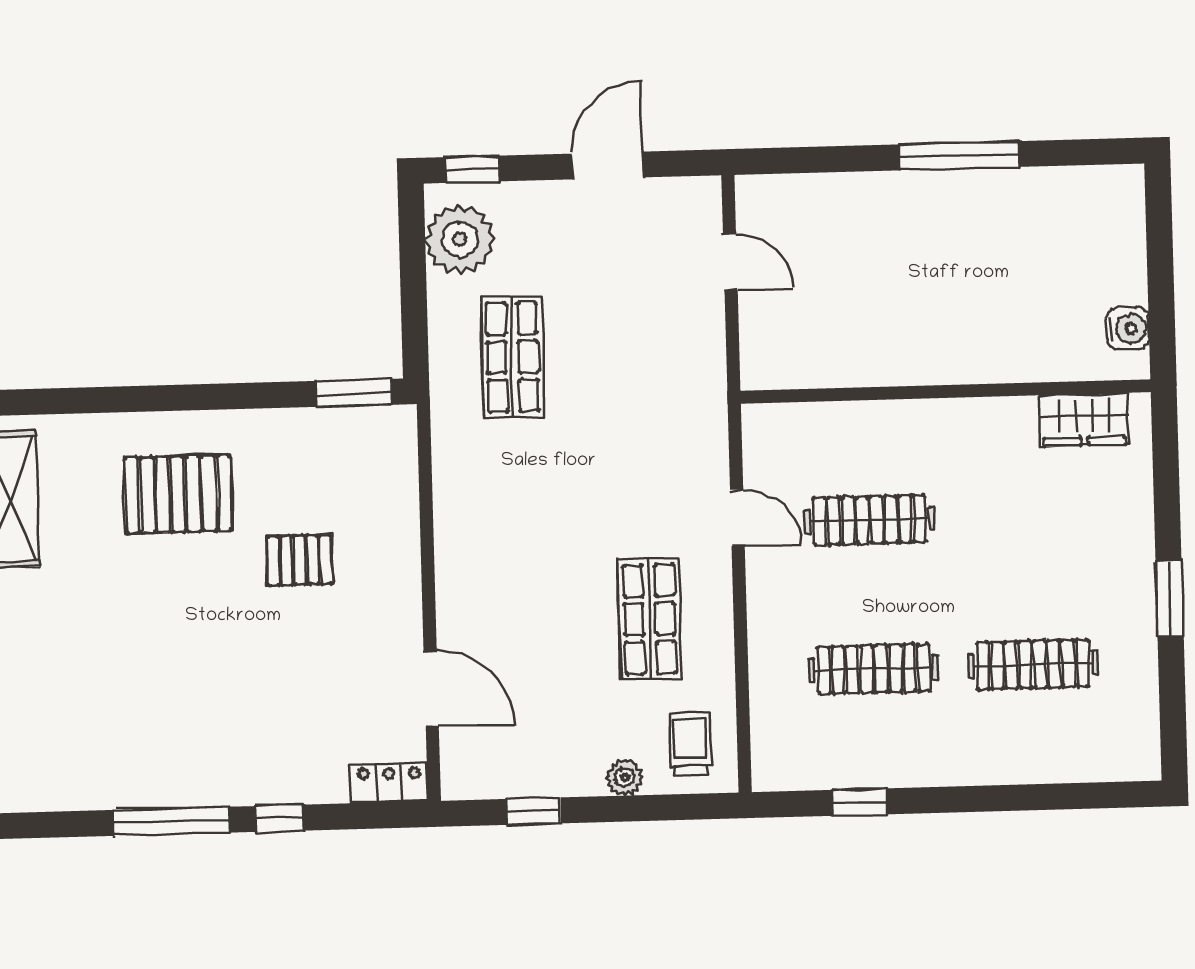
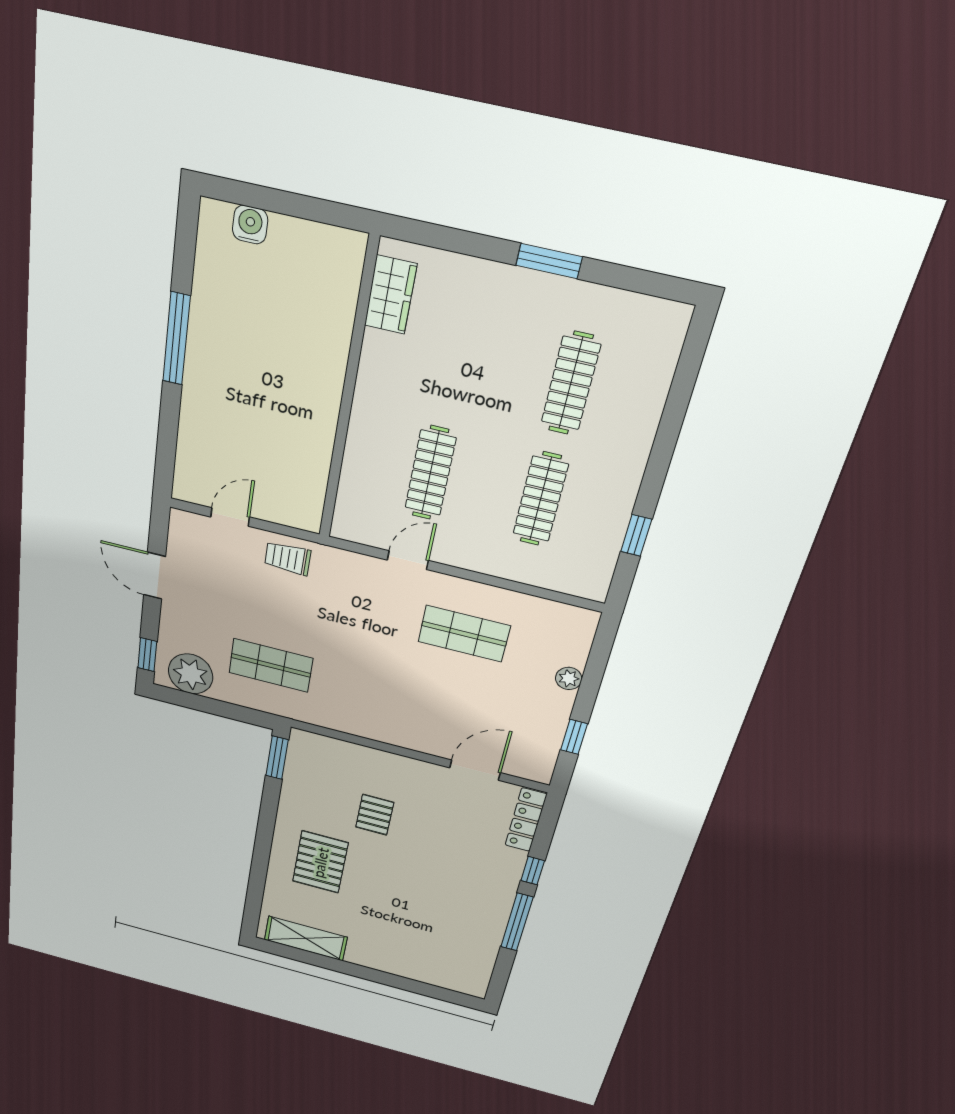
water cooler: (1128, 328) -> (250, 225), moved
trolley: (690, 743) -> (288, 558), moved
locker: (389, 783) -> (526, 820), width x1.53

